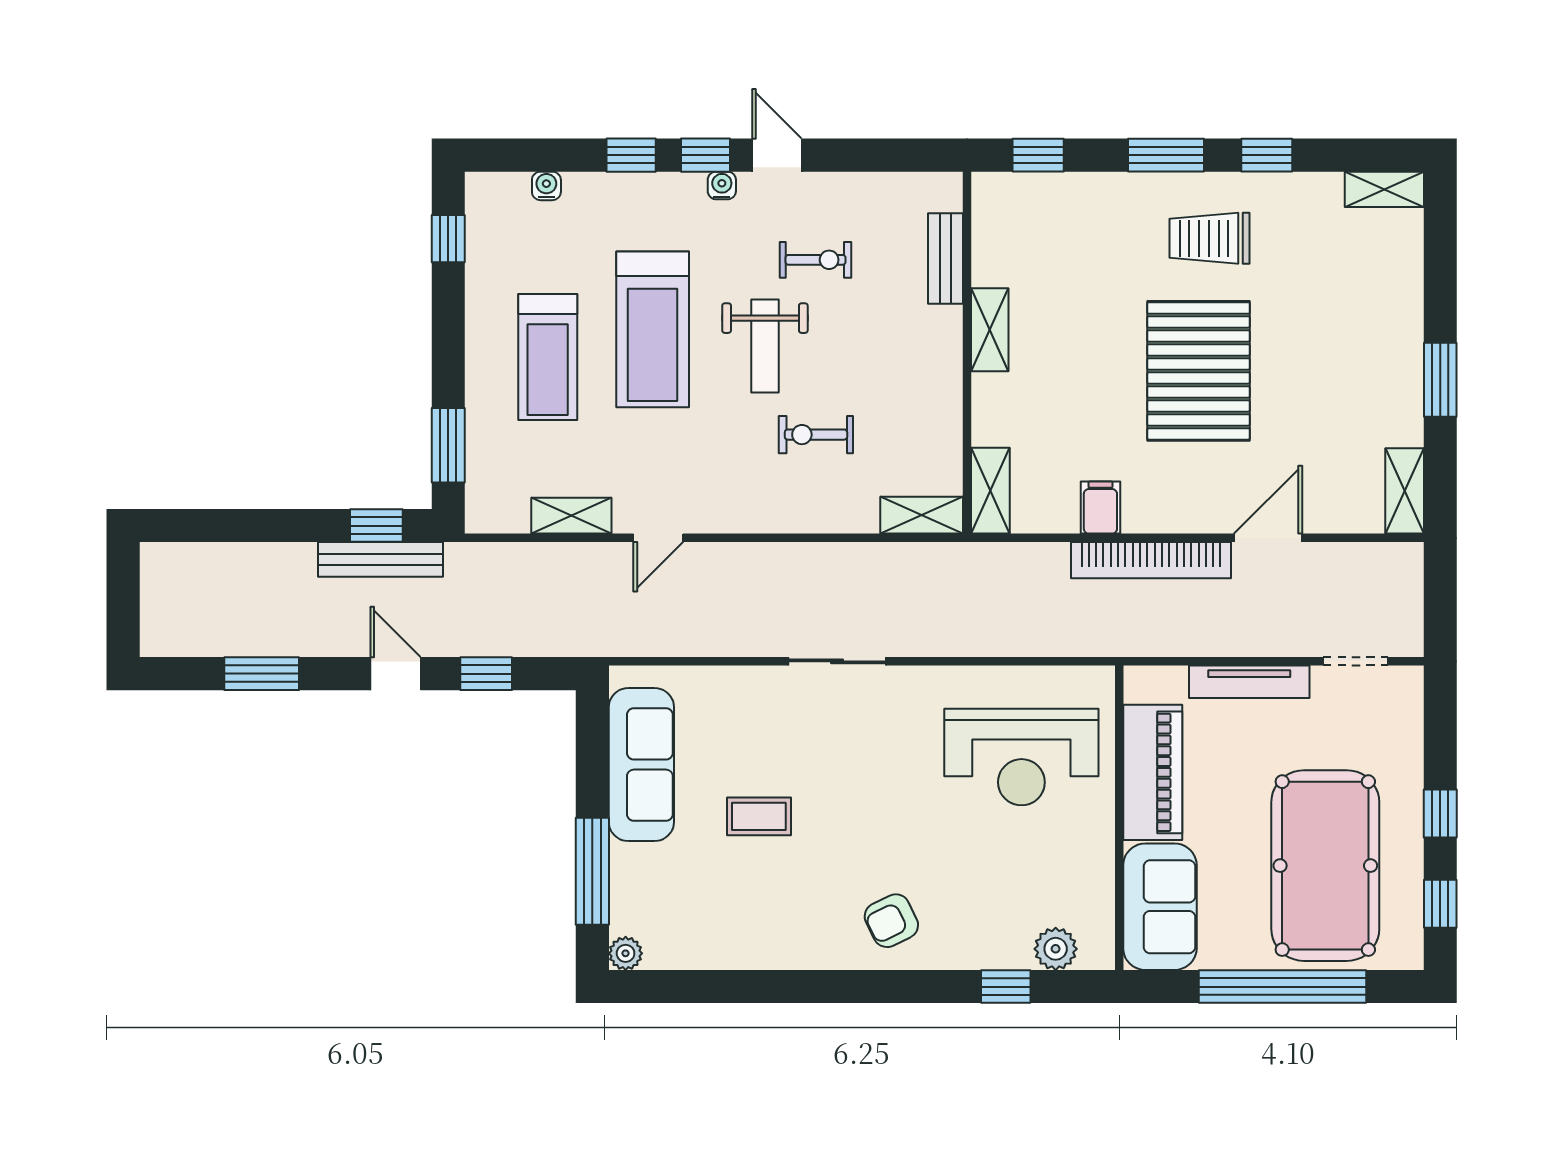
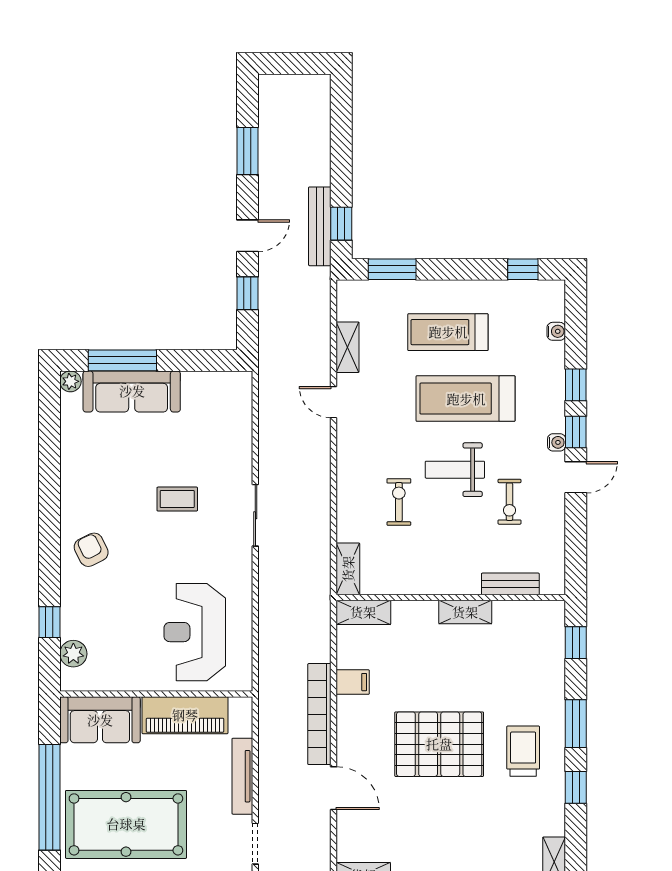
sofa: (641, 765) -> (132, 391), moved
coffee table: (759, 816) -> (177, 499), moved, turned 90

